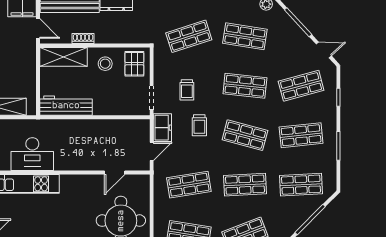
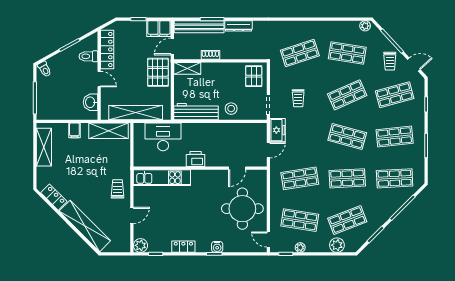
door: (38, 29) -> (172, 46), swing flipped
shelving: (64, 57) -> (187, 68), width x0.67, depth x0.75
pallet: (21, 59) -> (158, 72), added
stool: (105, 64) -> (231, 109), moved
shop shelf: (245, 86) -> (347, 95), turned -30
trolley: (199, 125) -> (390, 61), moved
desk: (32, 154) -> (163, 137), moved, turned 180
printer: (65, 162) -> (196, 159), added

